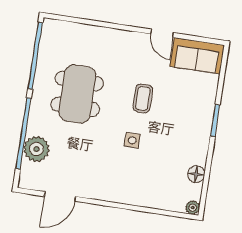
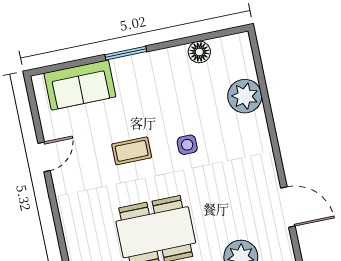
sofa: (197, 56) -> (80, 85), moved, turned 90
plant: (193, 208) -> (245, 96), moved, width x1.88, depth x1.88

